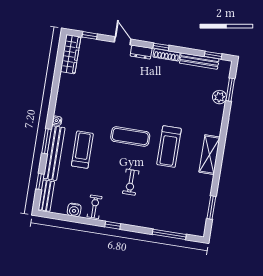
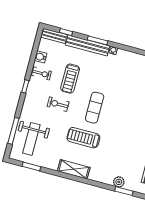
treadmill: (82, 150) -> (70, 79), moved, turned 90
weight bench: (177, 211) -> (31, 139), added

